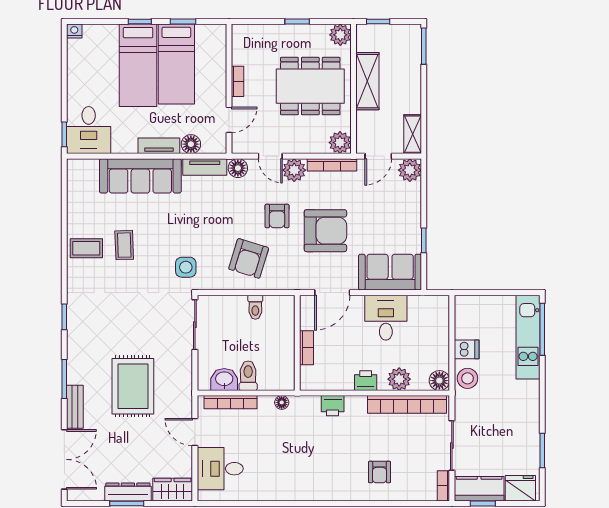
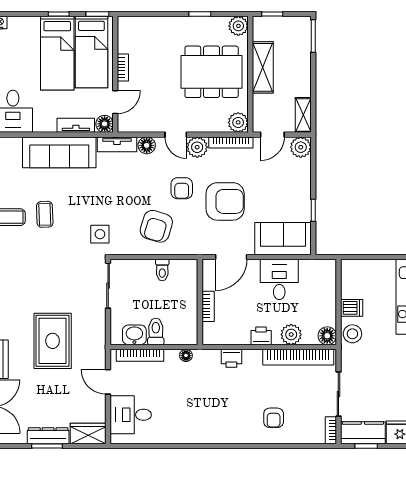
bookcase: (237, 81) -> (123, 68), moved
wall: (229, 89) -> (115, 74), moved
door: (229, 120) -> (115, 102), moved

